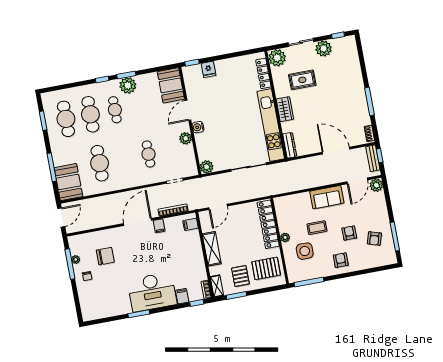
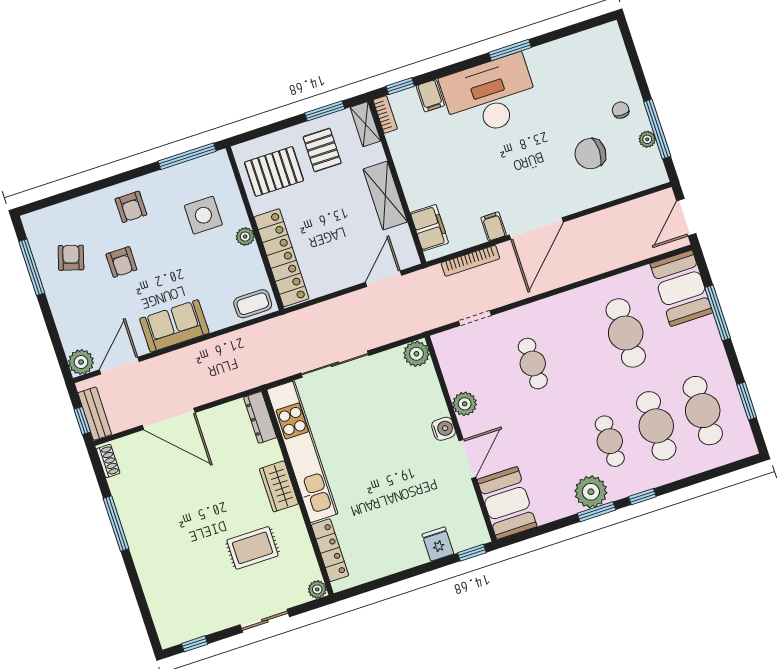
plant: (324, 48) -> (219, 615), removed
plant: (277, 58) -> (317, 589), width x0.53, depth x0.53
filing cabinet: (191, 224) -> (429, 228), width x2.00
coffee table: (317, 228) -> (253, 304), moved

